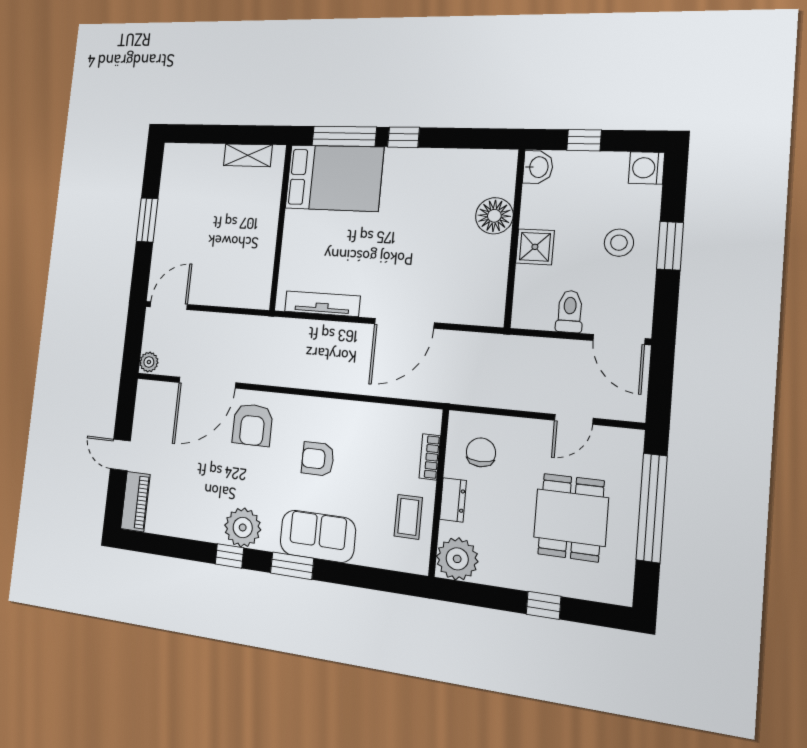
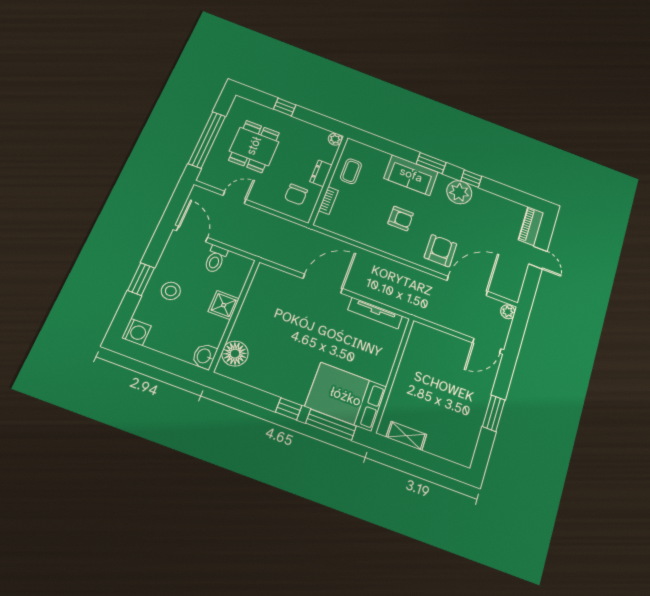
window: (584, 140) -> (169, 364), removed
floor lamp: (494, 216) -> (235, 354), moved
plant: (457, 559) -> (335, 139), width x0.53, depth x0.53

